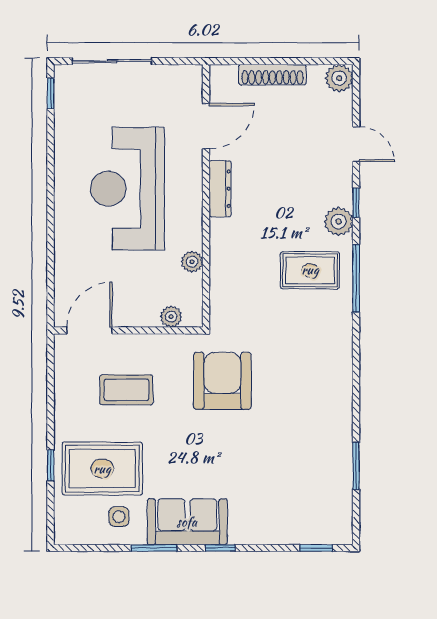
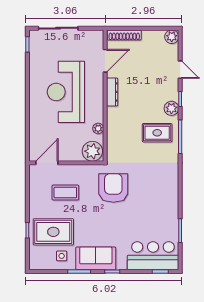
shoe rack: (272, 75) -> (124, 35), moved
plant: (171, 317) -> (92, 151), width x1.87, depth x1.87
bar counter: (302, 516) -> (153, 256), added

